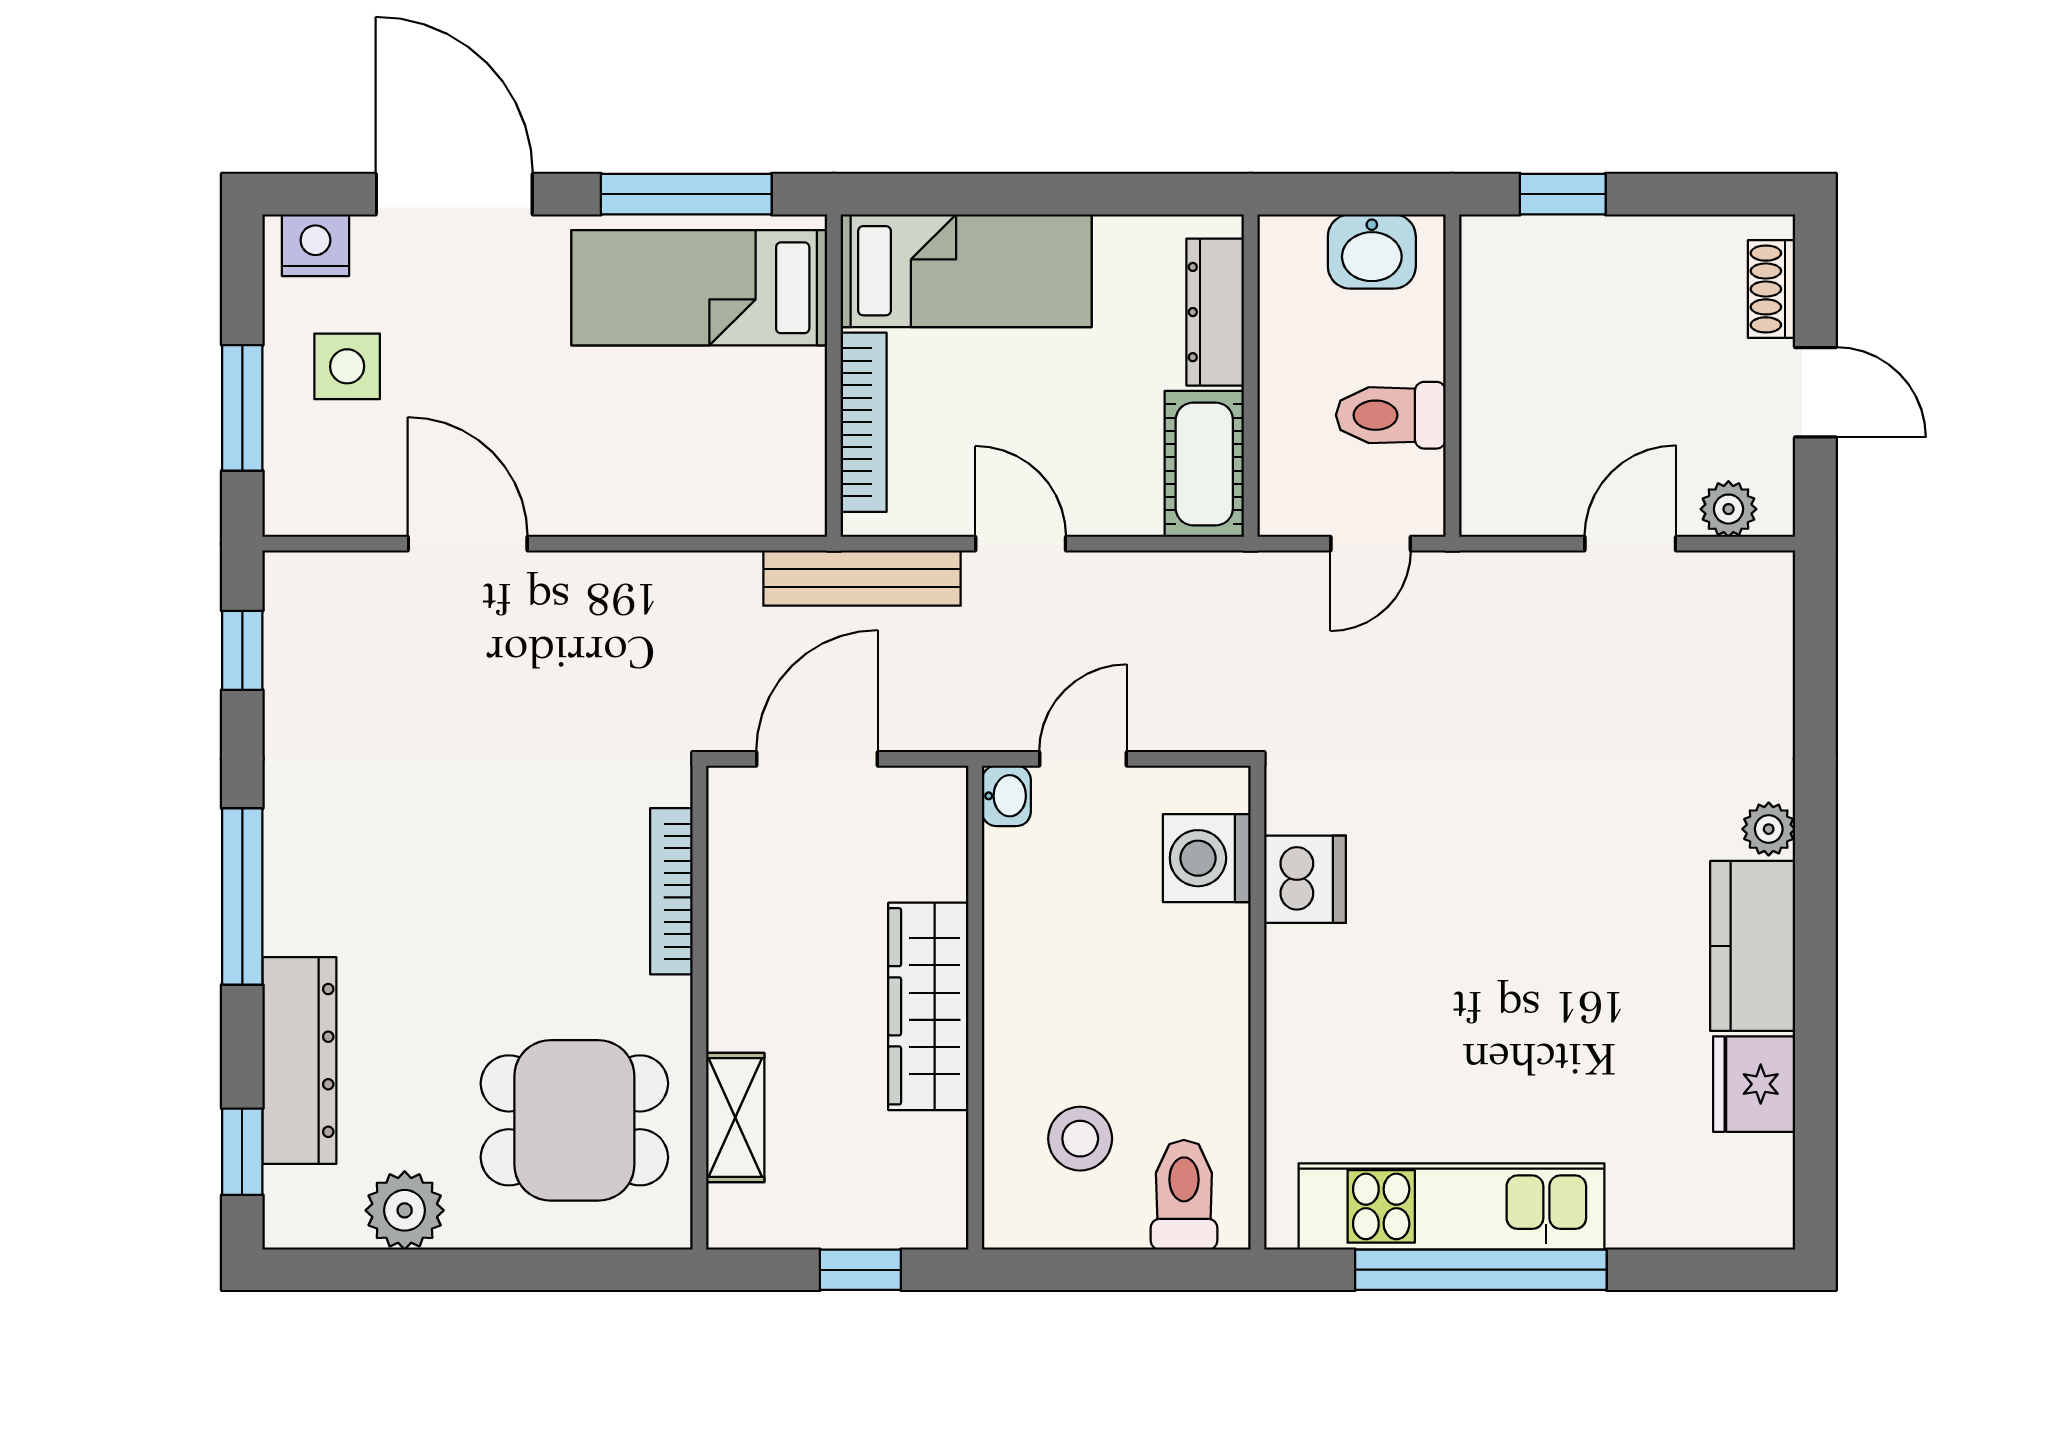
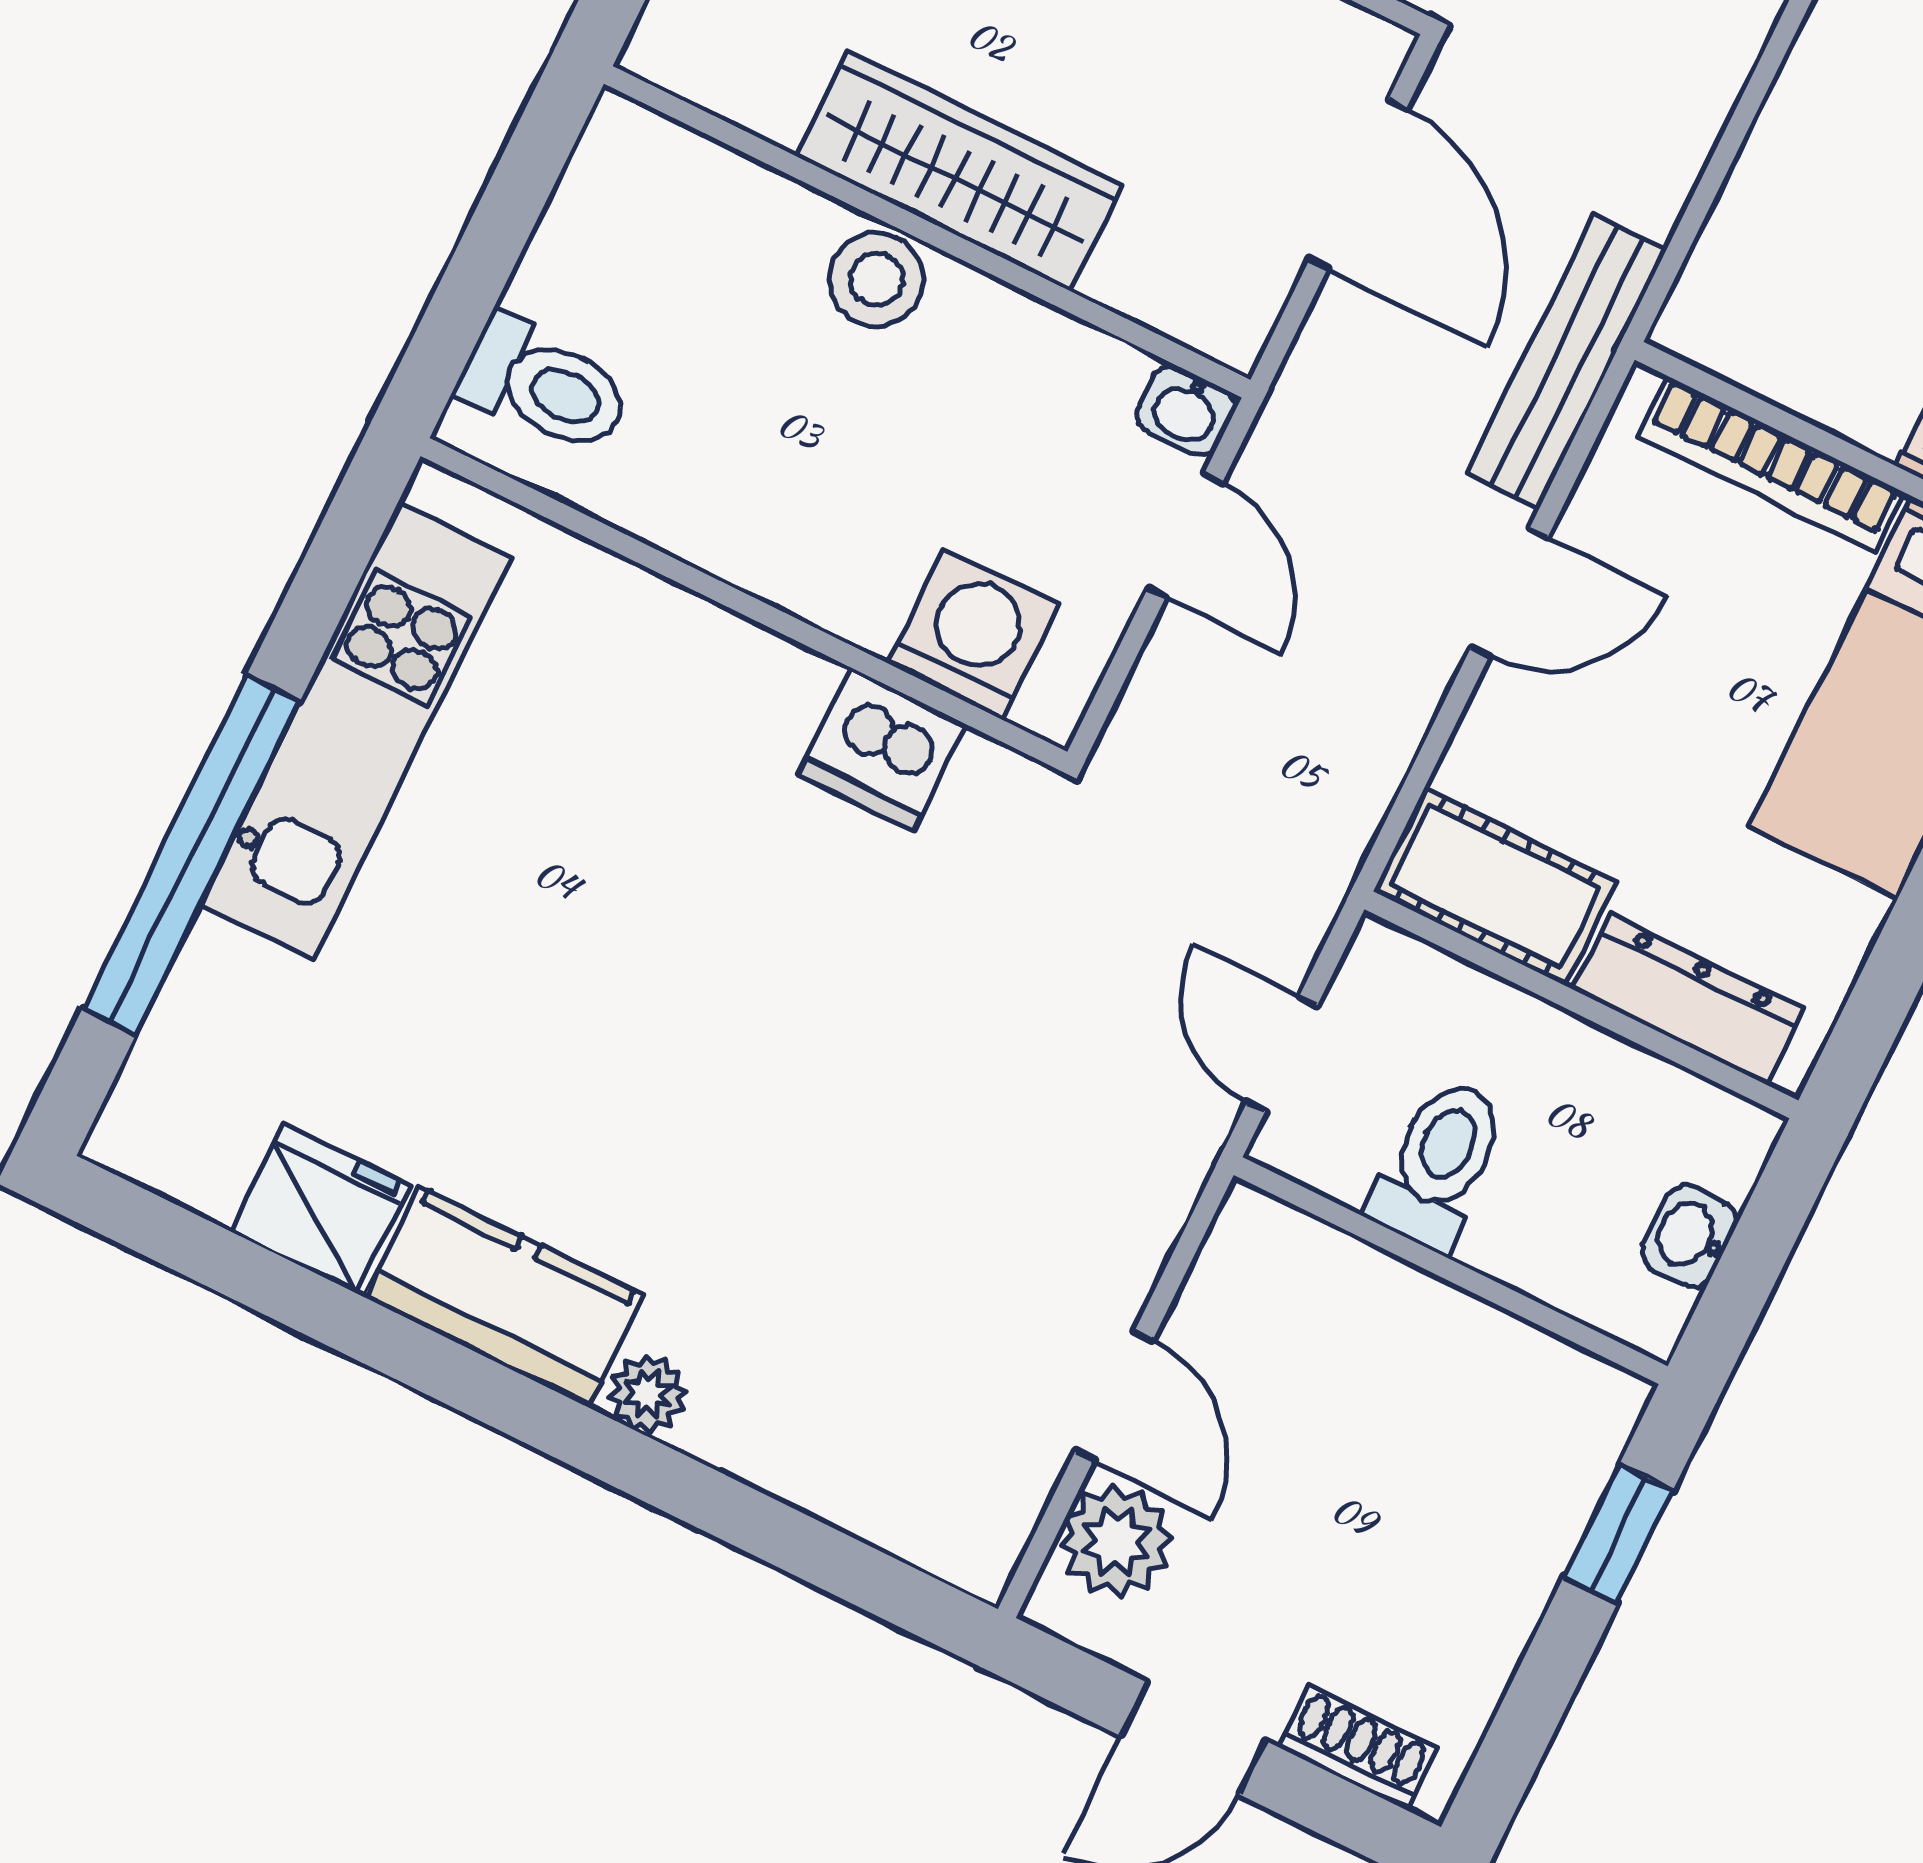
washbasin: (1372, 251) -> (1690, 1236), width x0.72, depth x0.69
plant: (1728, 509) -> (1116, 1541), width x1.38, depth x1.38
stool: (1080, 1139) -> (876, 280), moved
window: (1481, 1270) -> (191, 855), moved

